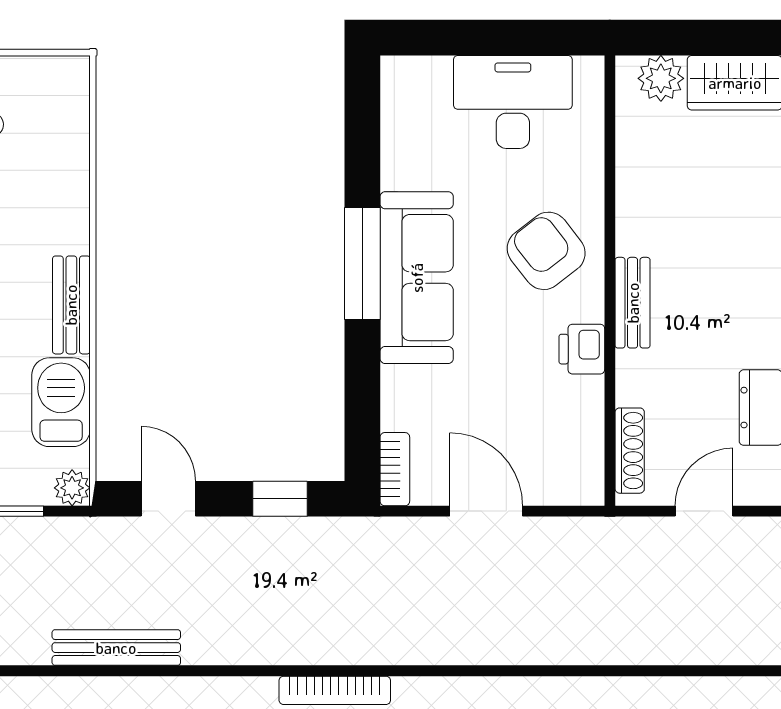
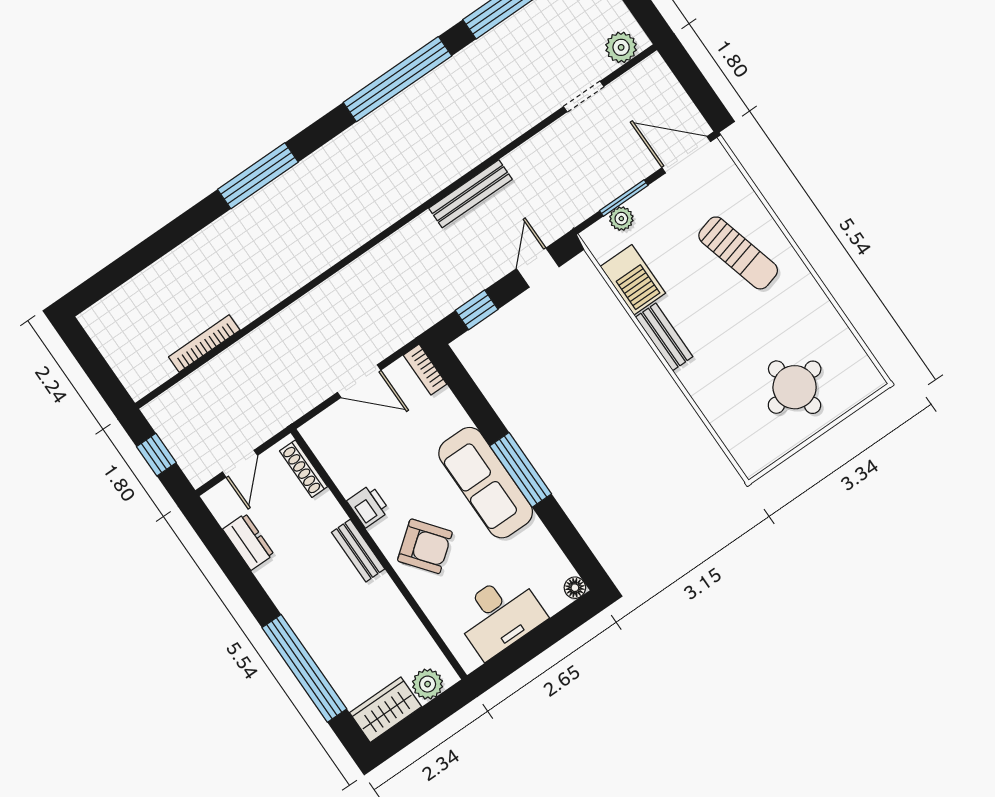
floor lamp: (396, 71) -> (575, 588), added
plant: (72, 488) -> (621, 219), moved
door: (168, 499) -> (538, 268), swing flipped
bench: (116, 648) -> (471, 194), moved
bookcase: (335, 690) -> (204, 343), moved

